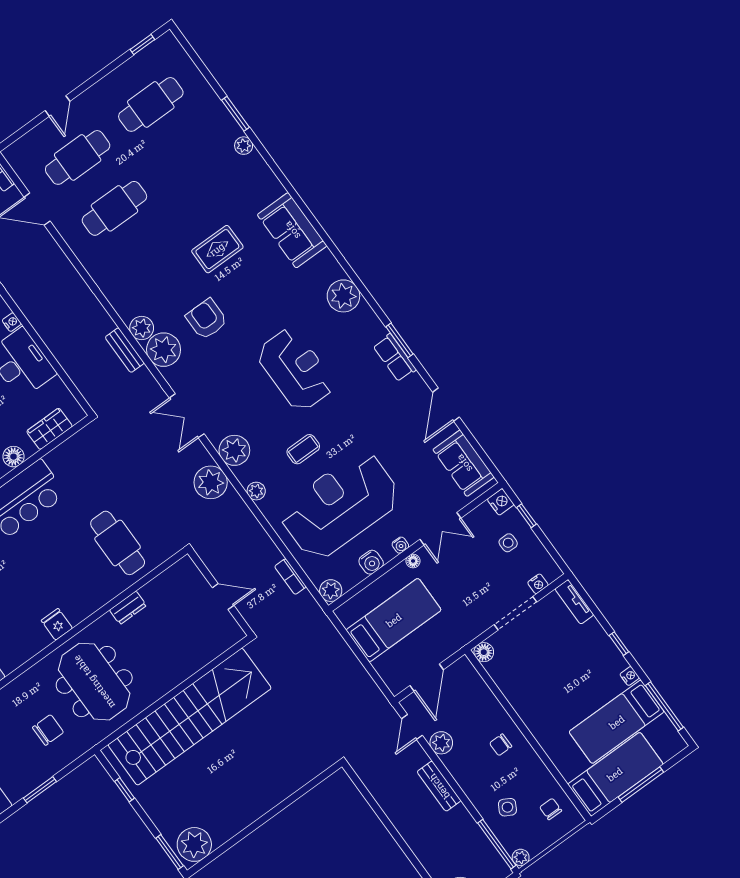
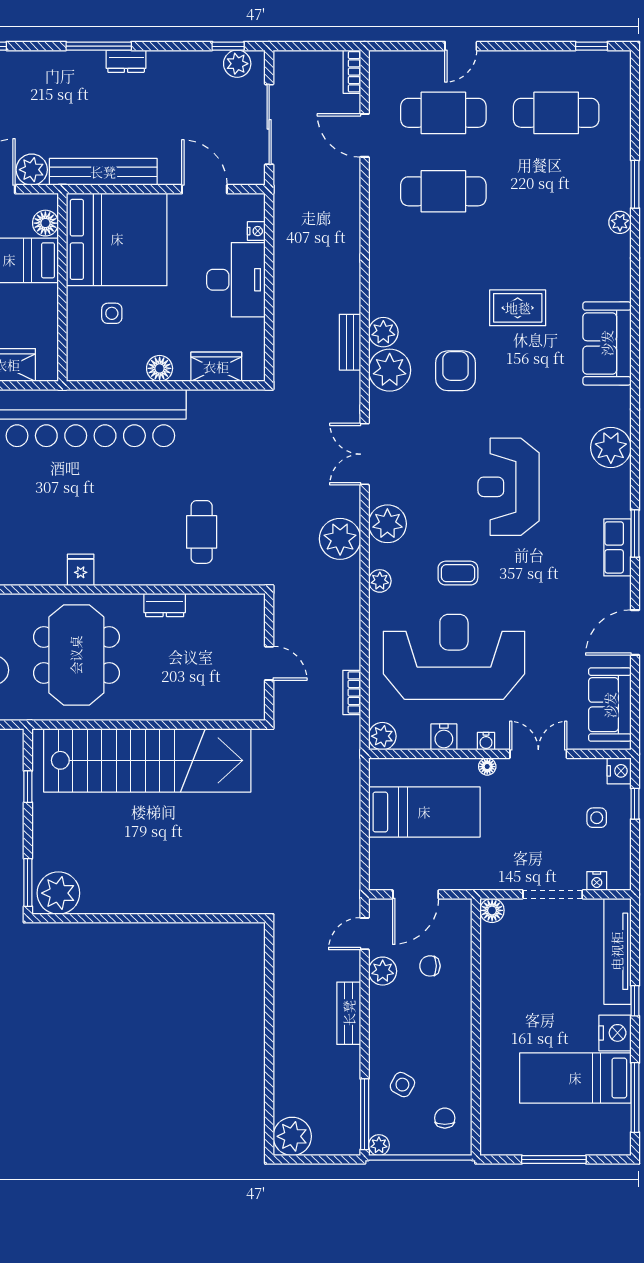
reception desk: (296, 369) -> (509, 487), turned 180
double door: (440, 529) -> (538, 754), swing flipped
cafe table: (118, 543) -> (202, 532), width x0.73, depth x0.74
tv unit: (574, 602) -> (617, 951), width x1.92, depth x1.29
nightstand: (630, 676) -> (615, 1033), width x1.89, depth x1.79
chair: (501, 745) -> (430, 966), moved
bed: (615, 774) -> (536, 1130), removed

